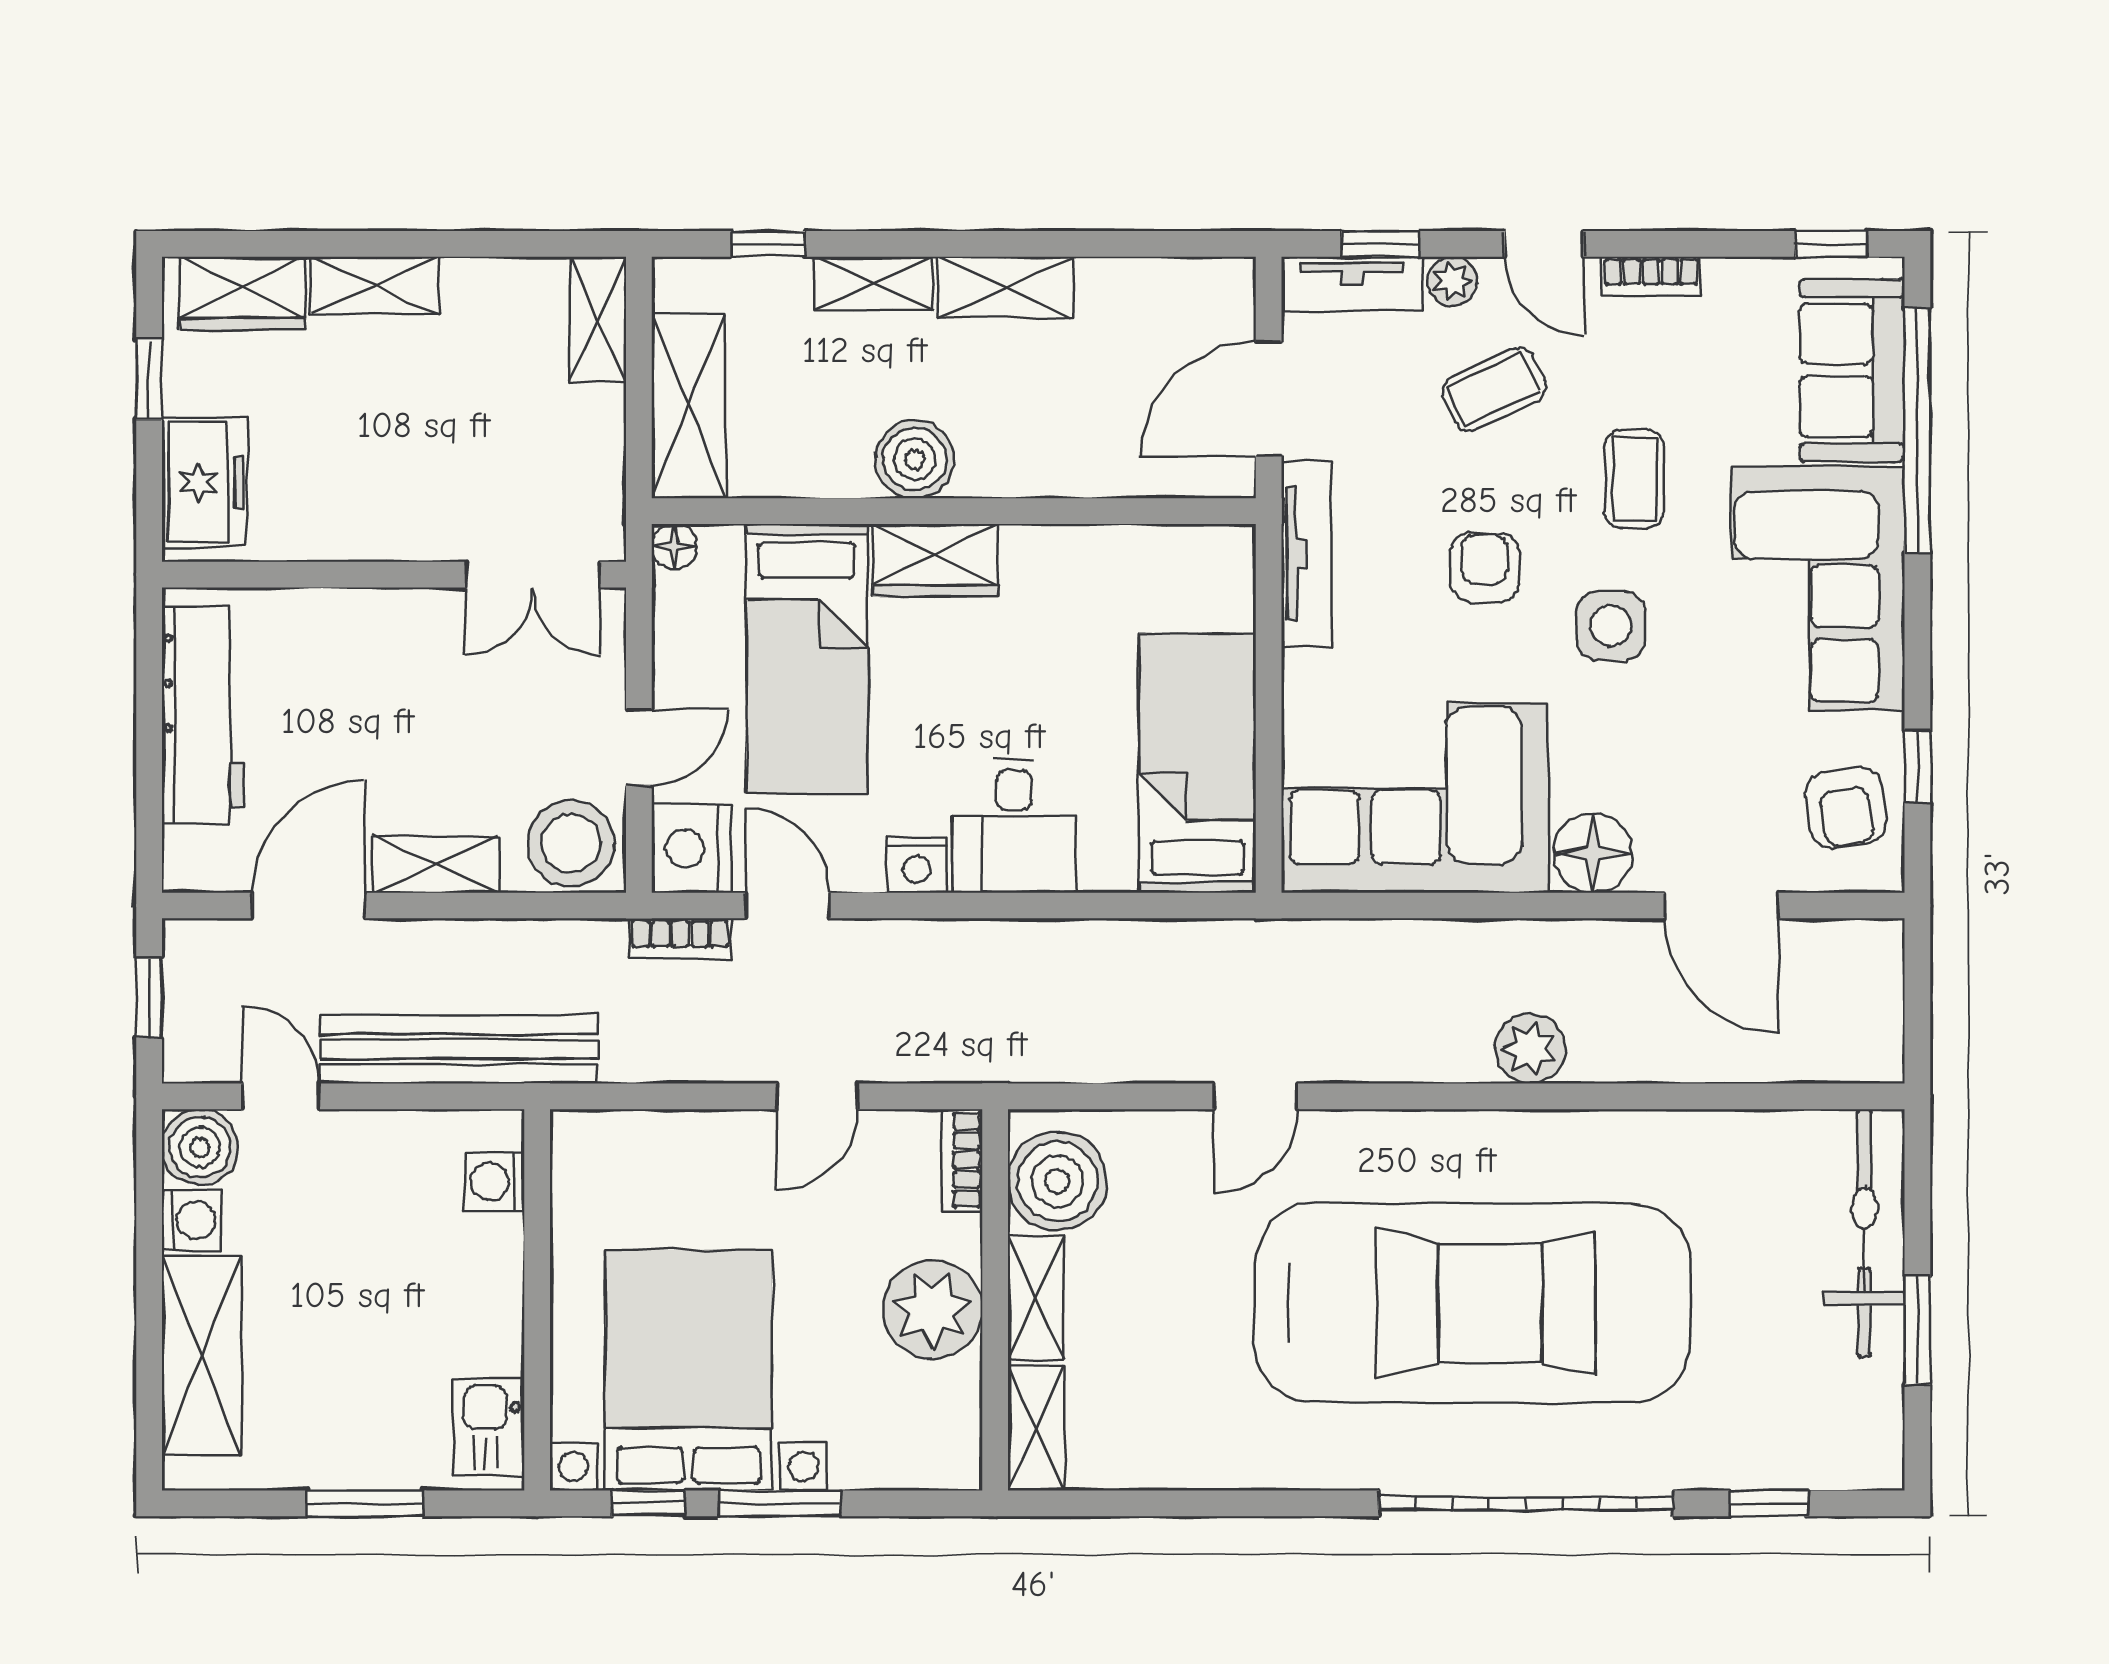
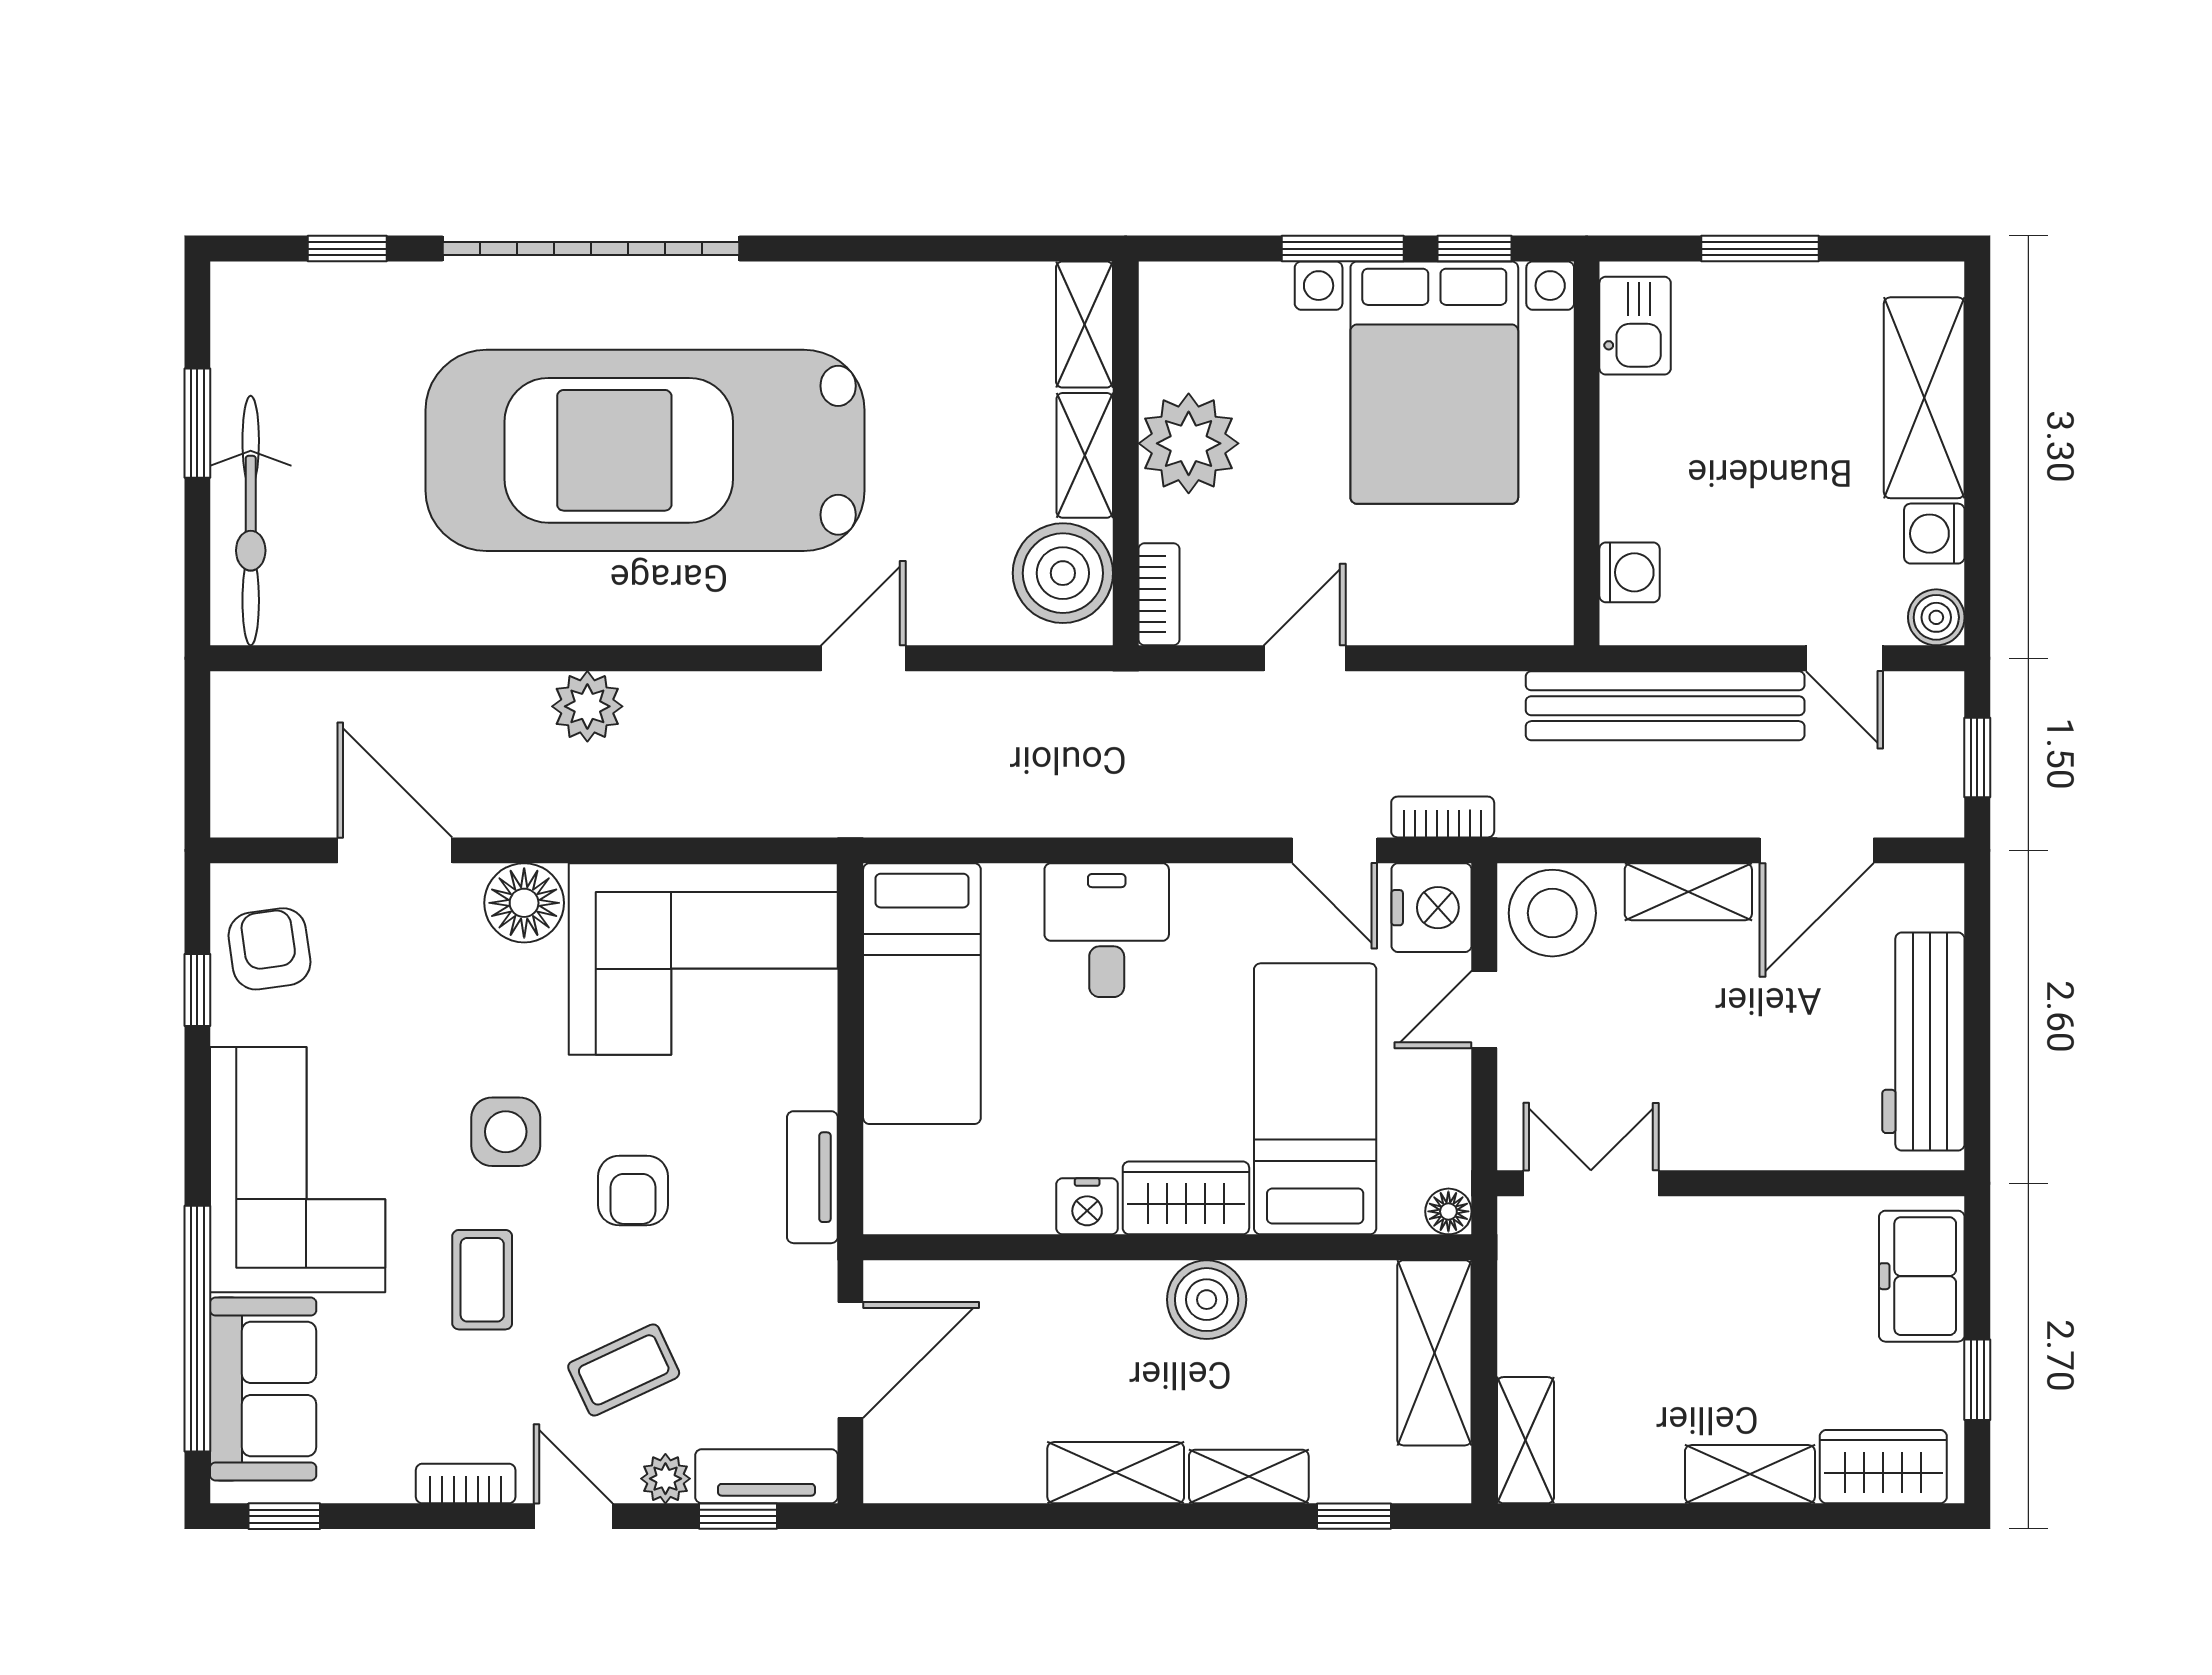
tv unit: (1306, 554) -> (812, 1177), width x0.71
nightstand: (917, 865) -> (1087, 1206), moved, turned 180
boiler: (200, 1147) -> (1936, 617), width x0.73, depth x0.73

